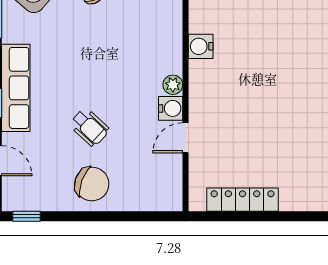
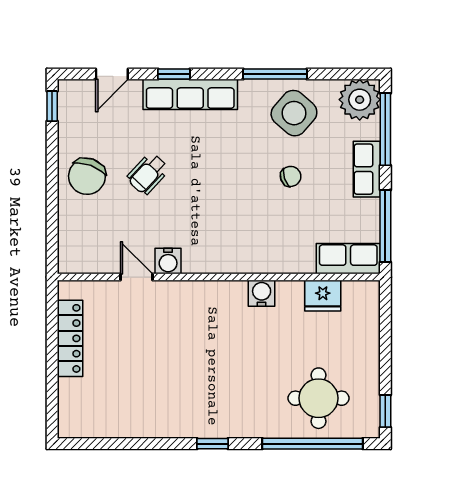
water cooler: (201, 46) -> (262, 293), moved
plant: (173, 85) -> (194, 263), removed

